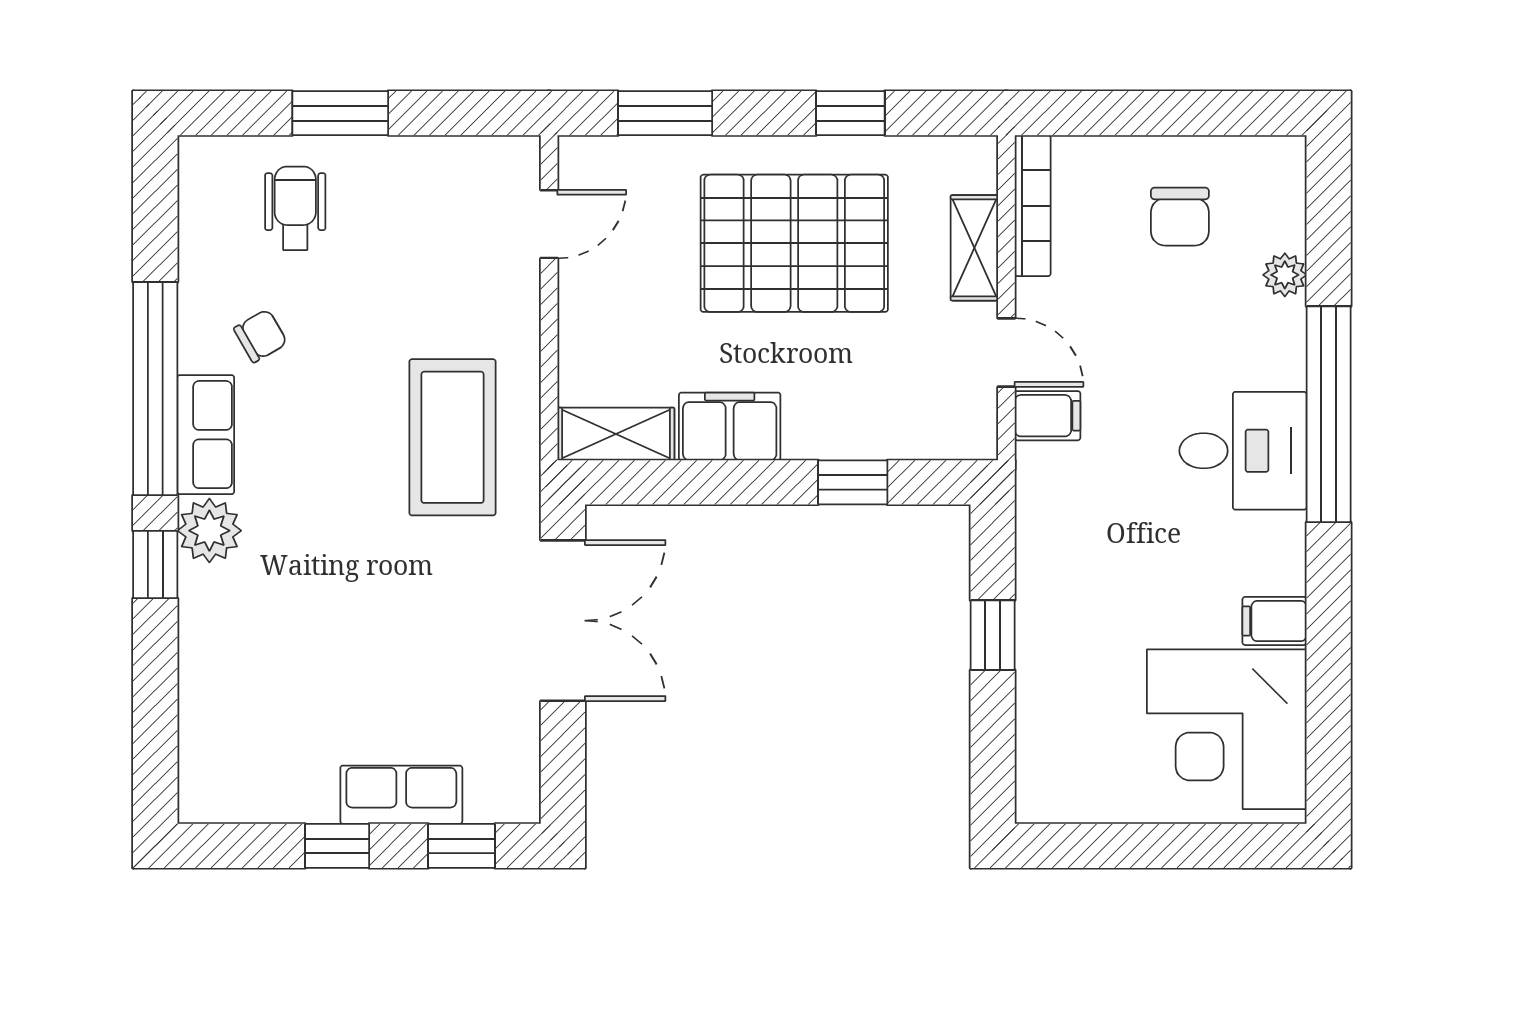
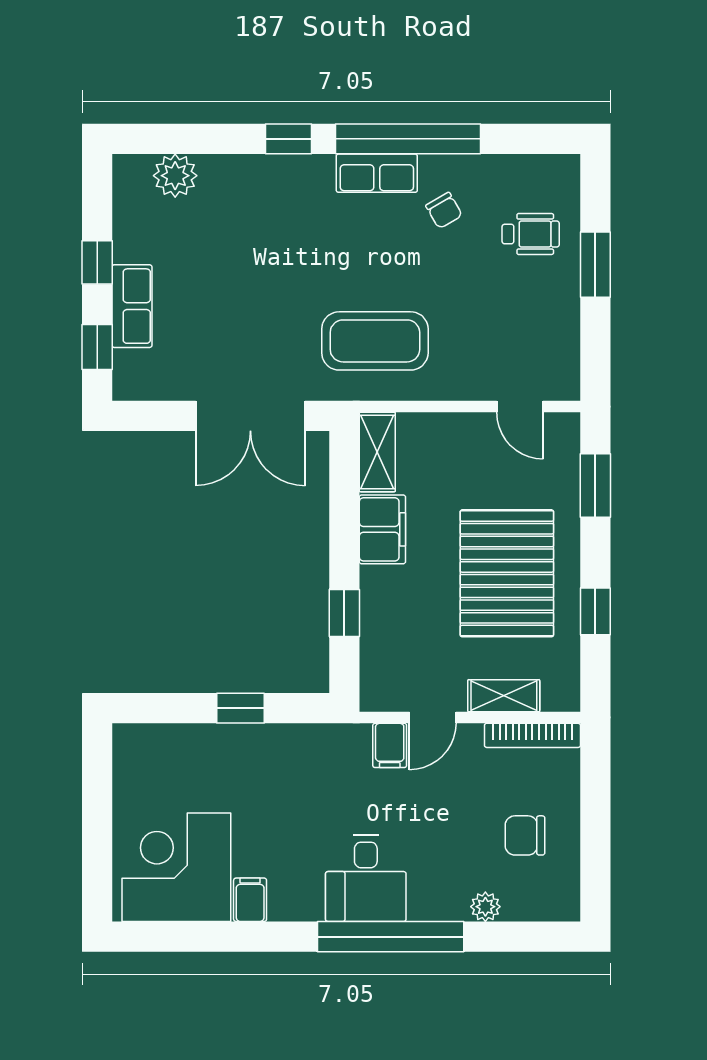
plant: (209, 531) -> (175, 176), moved

